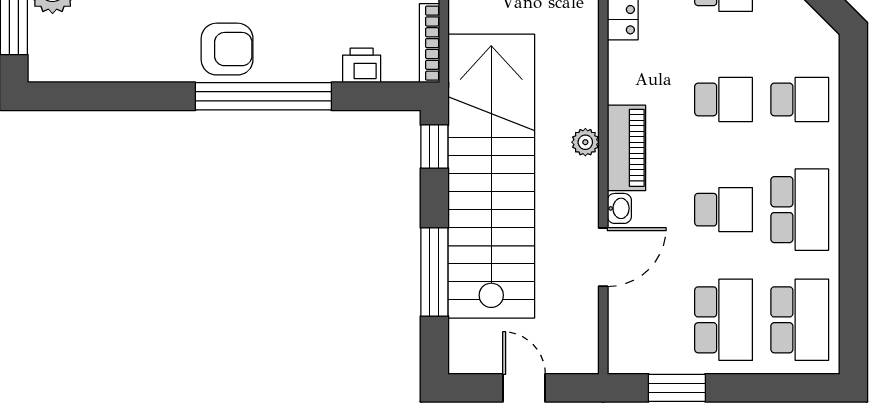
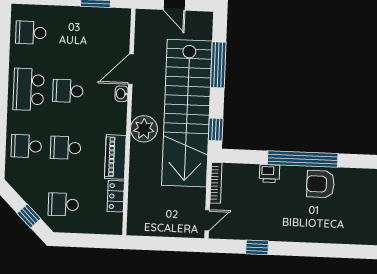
printer: (362, 65) -> (269, 174), moved
plant: (585, 142) -> (144, 129), width x1.88, depth x1.88
piano: (626, 148) -> (115, 157), moved
school desk: (724, 320) -> (70, 34), removed
school desk: (800, 320) -> (31, 33), width x0.54

